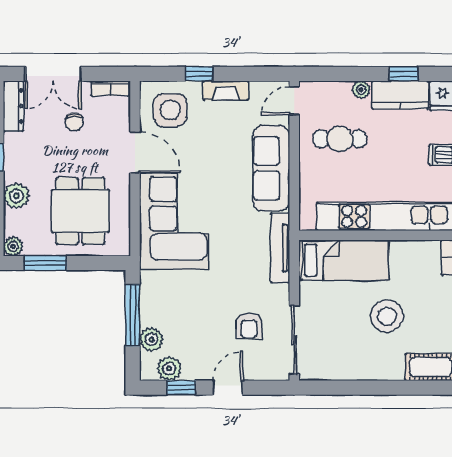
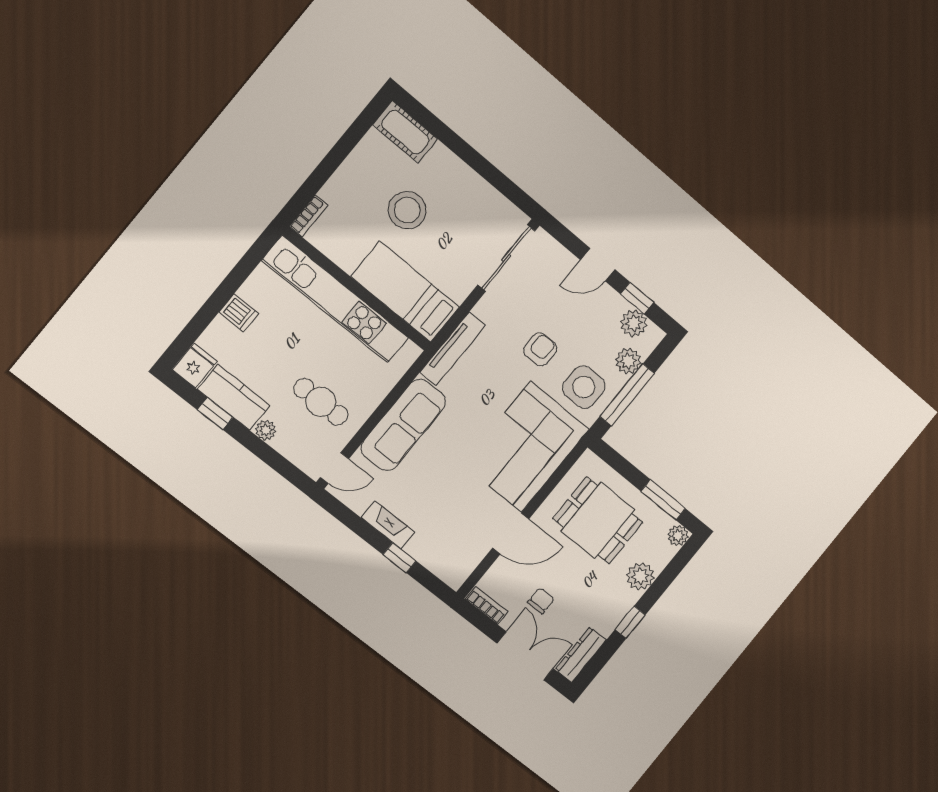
side table: (170, 110) -> (584, 387), moved
door: (135, 152) -> (511, 534), swing flipped
dining table: (80, 211) -> (598, 520), turned 90
armchair: (249, 325) -> (540, 349), moved

